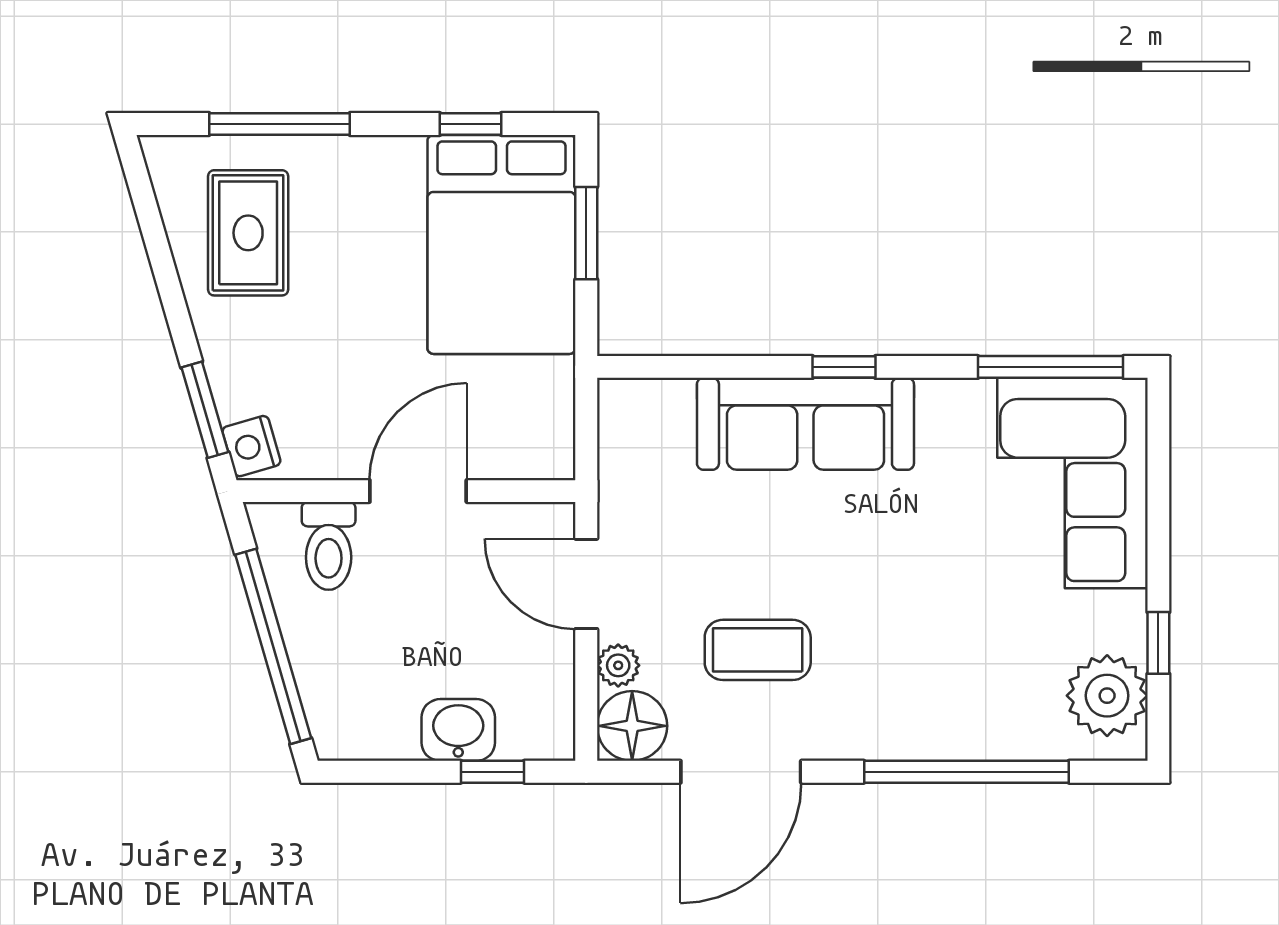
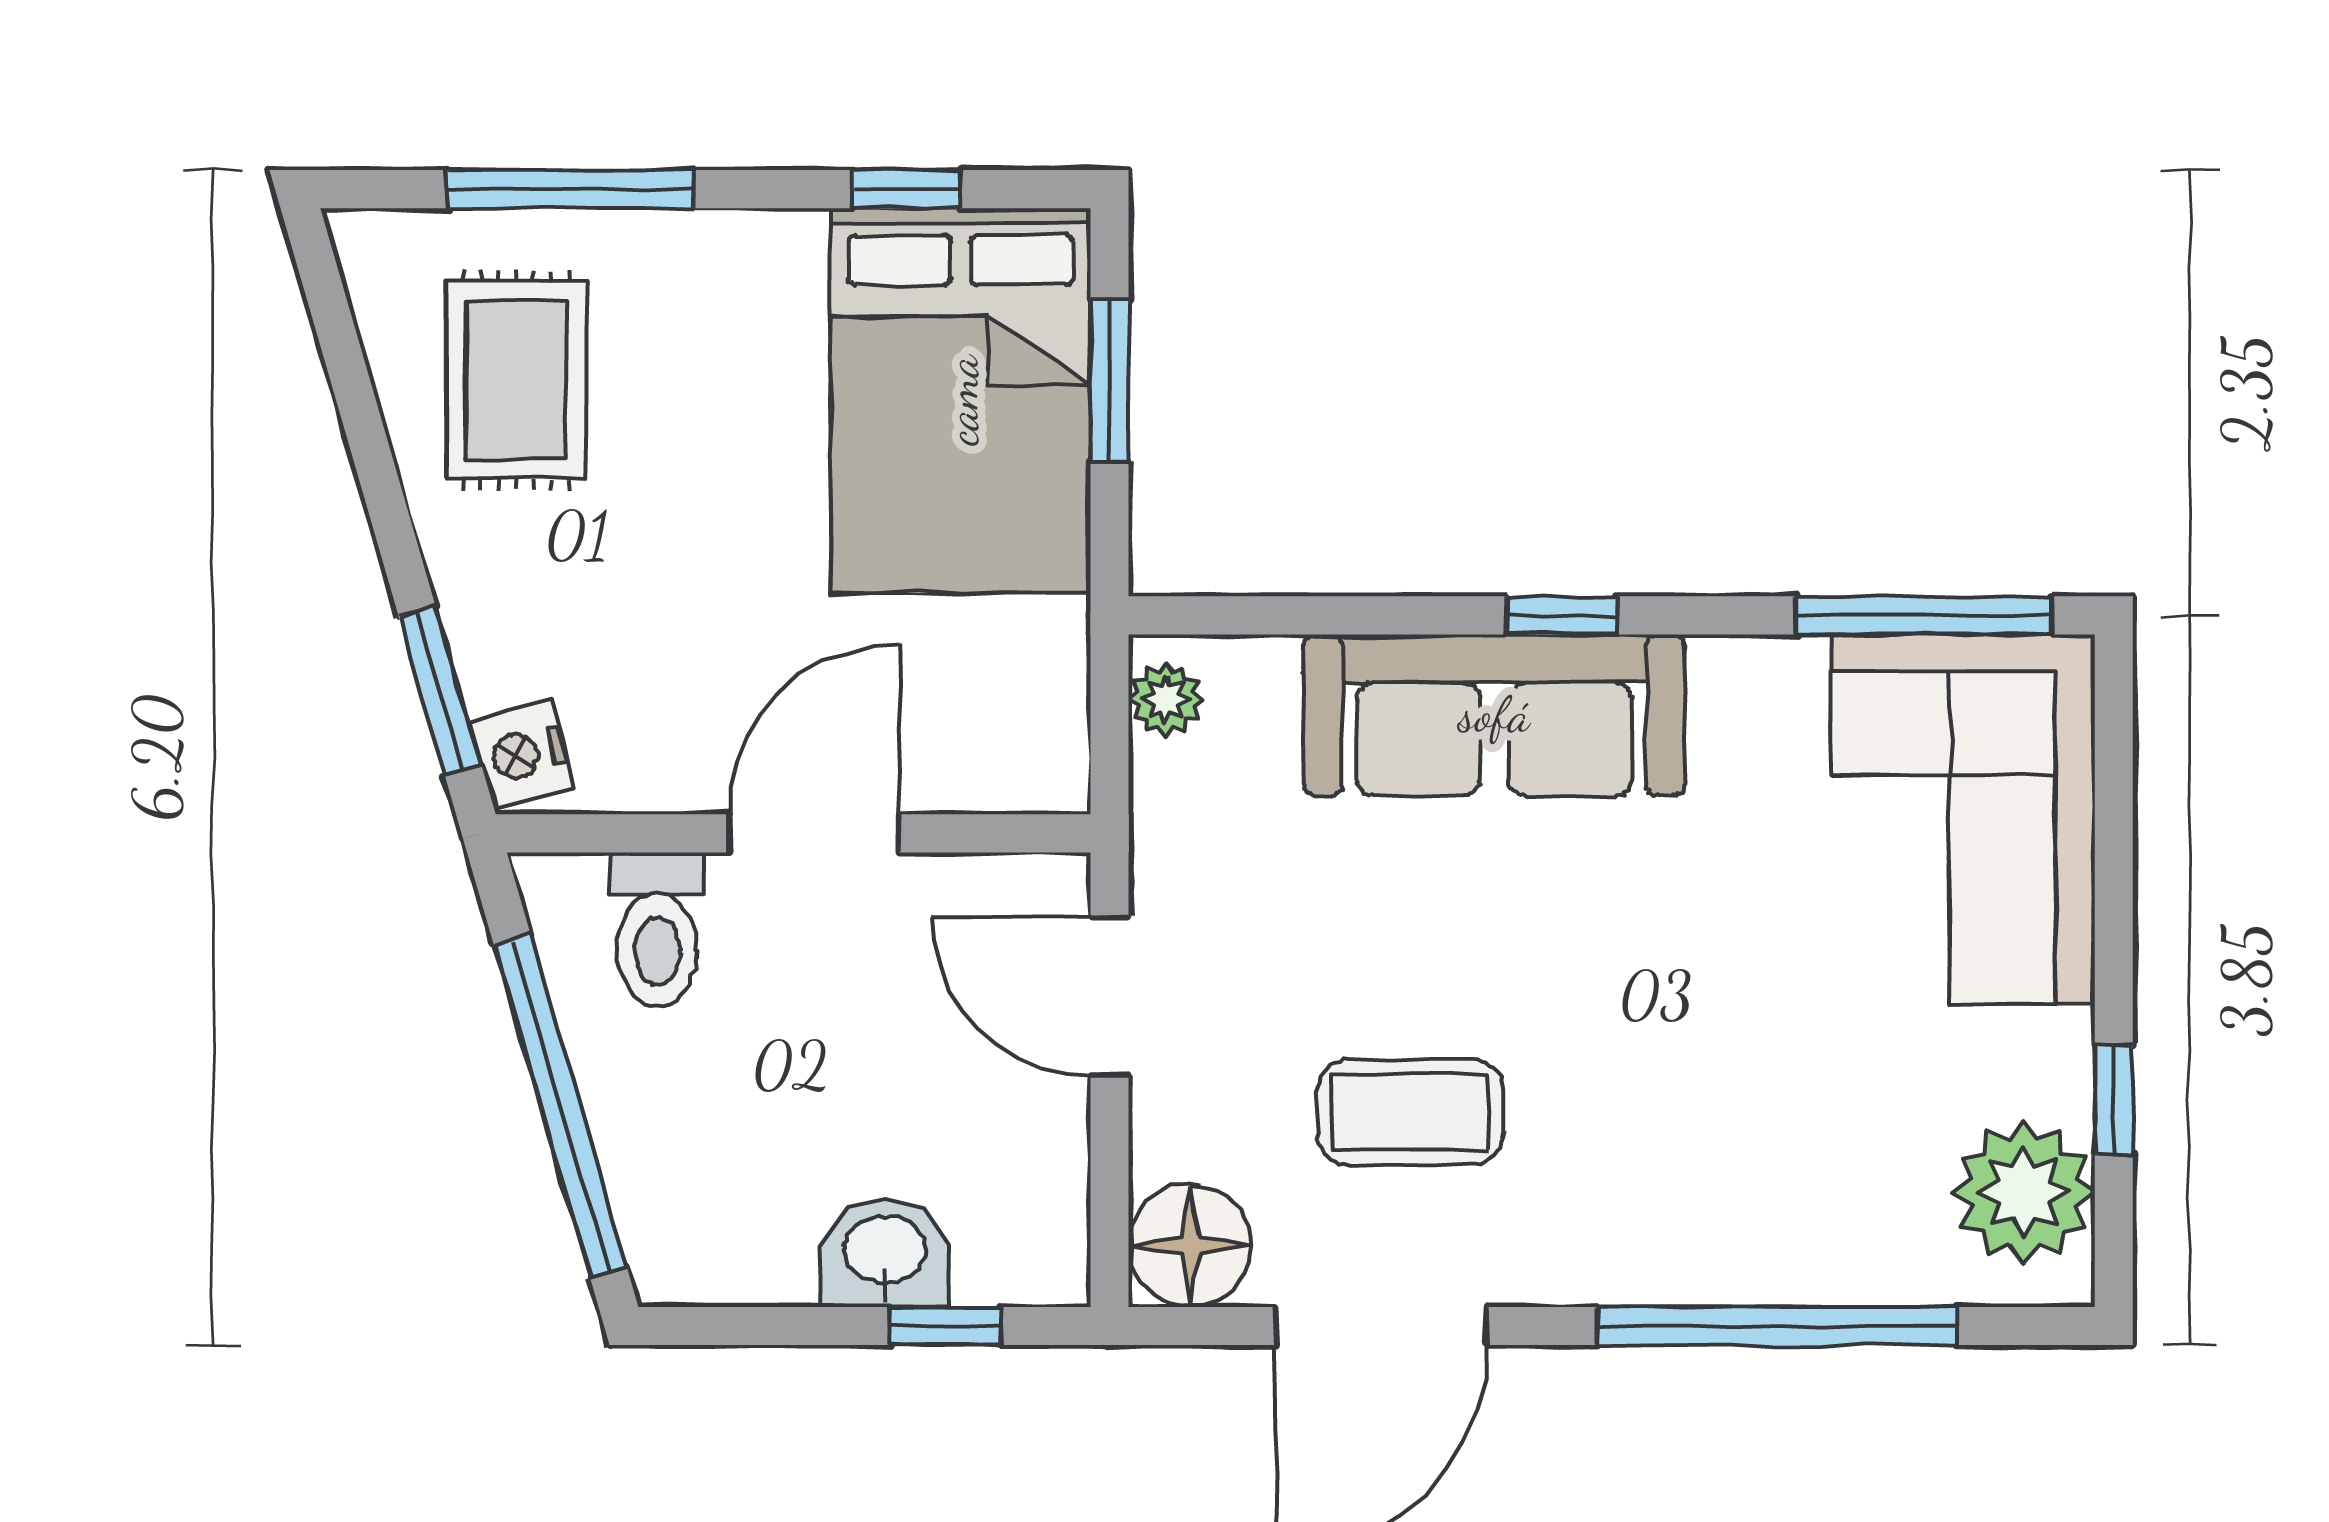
plant: (618, 665) -> (1166, 699), moved

